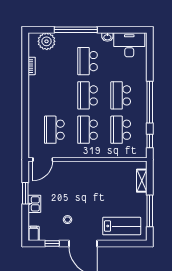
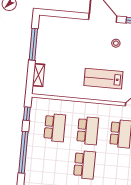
school desk: (121, 95) -> (52, 162), removed
lab bench: (122, 226) -> (103, 79), moved

